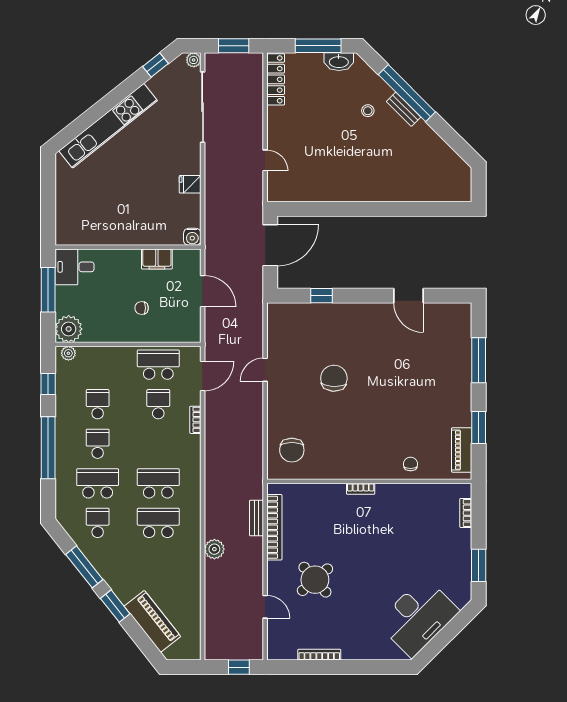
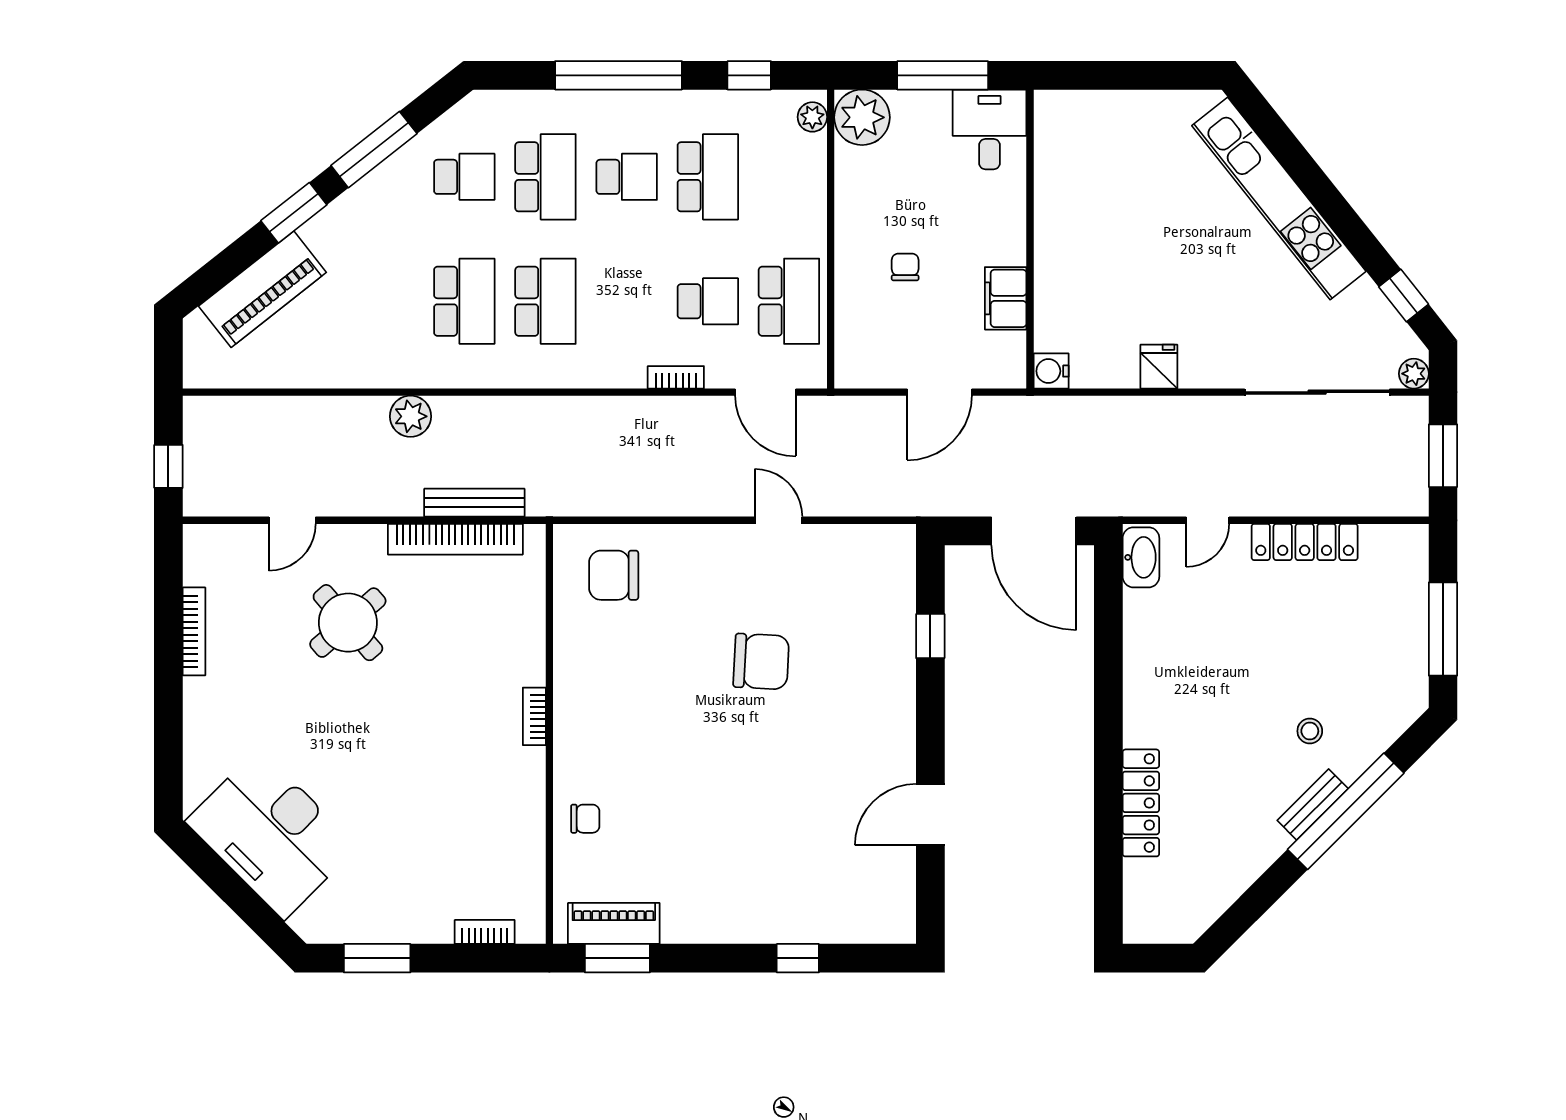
washbasin: (339, 62) -> (1141, 557), moved, turned 180
locker: (276, 79) -> (1305, 542), moved
locker: (403, 193) -> (1141, 803), added
window: (479, 360) -> (798, 958), width x0.46
school desk: (98, 404) -> (708, 177), width x1.85
window: (479, 427) -> (617, 958), moved
bench: (256, 518) -> (474, 503), width x1.36

